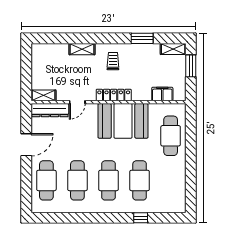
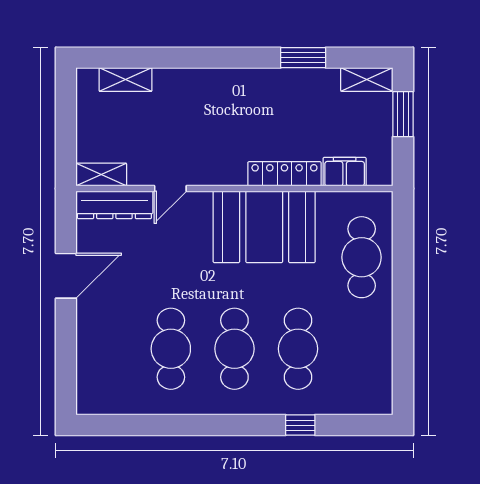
shelving: (82, 49) -> (126, 80), moved
trolley: (113, 61) -> (244, 104), removed
locker: (114, 95) -> (284, 174), moved
cafe table: (46, 180) -> (107, 349), removed

